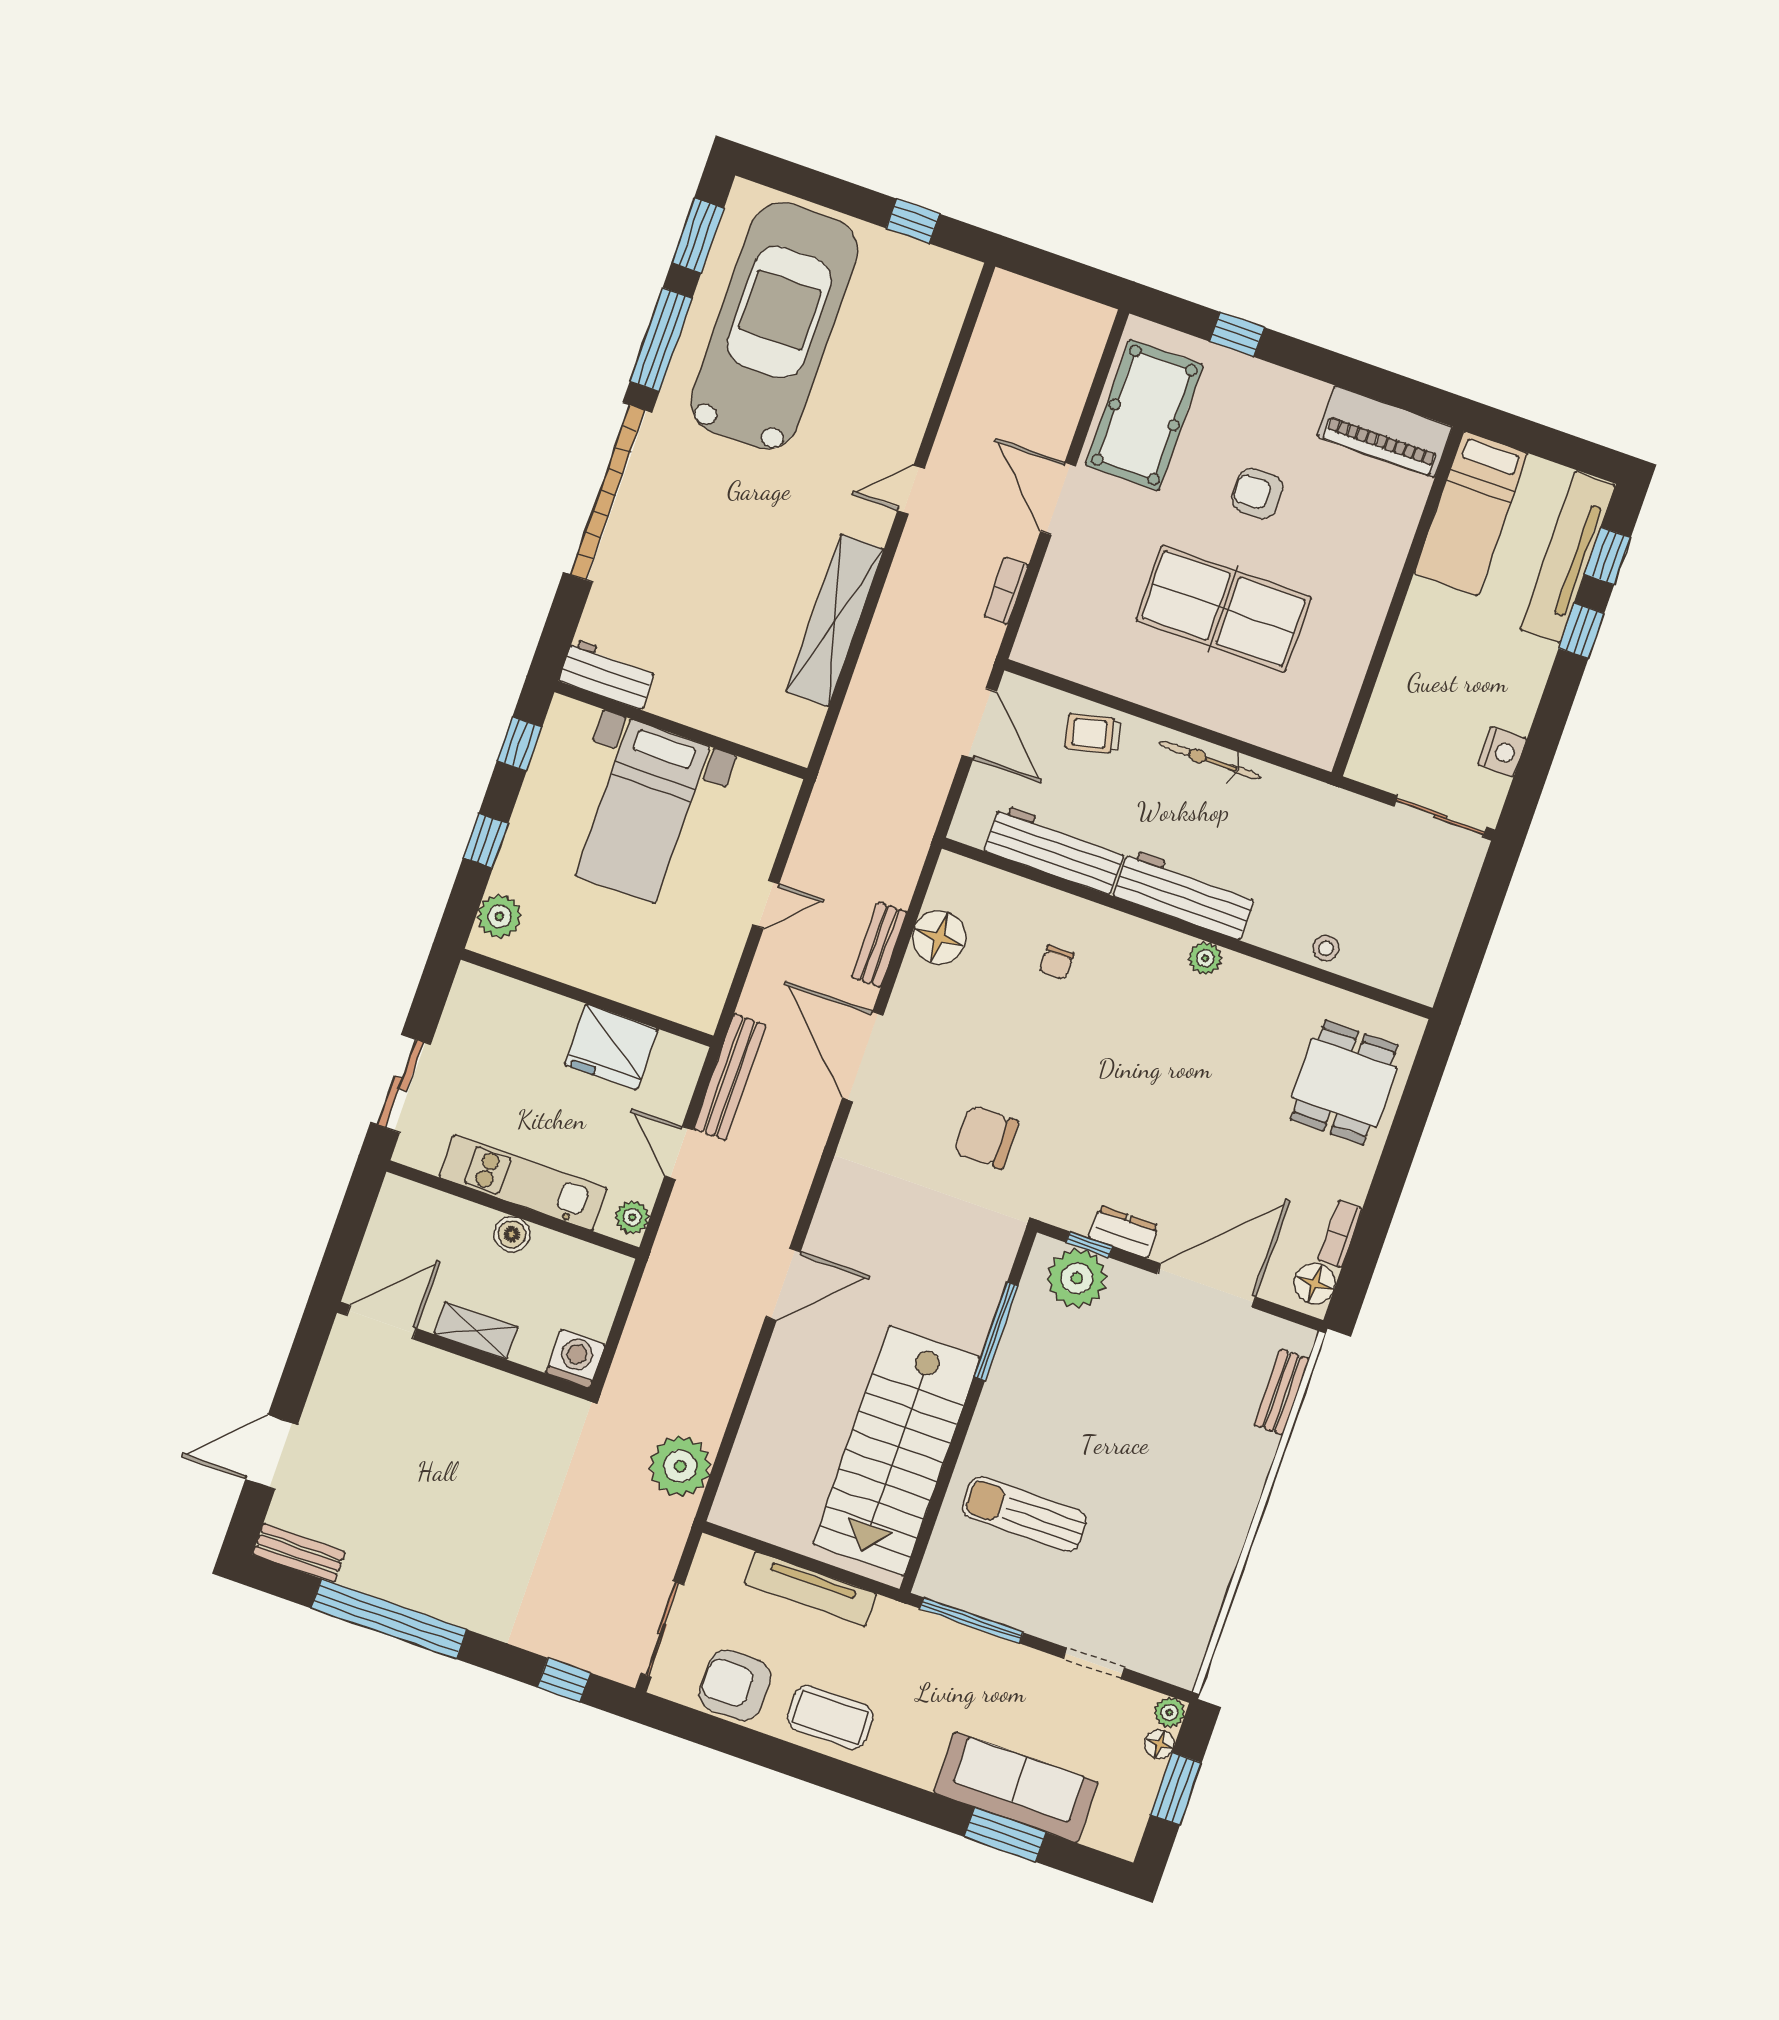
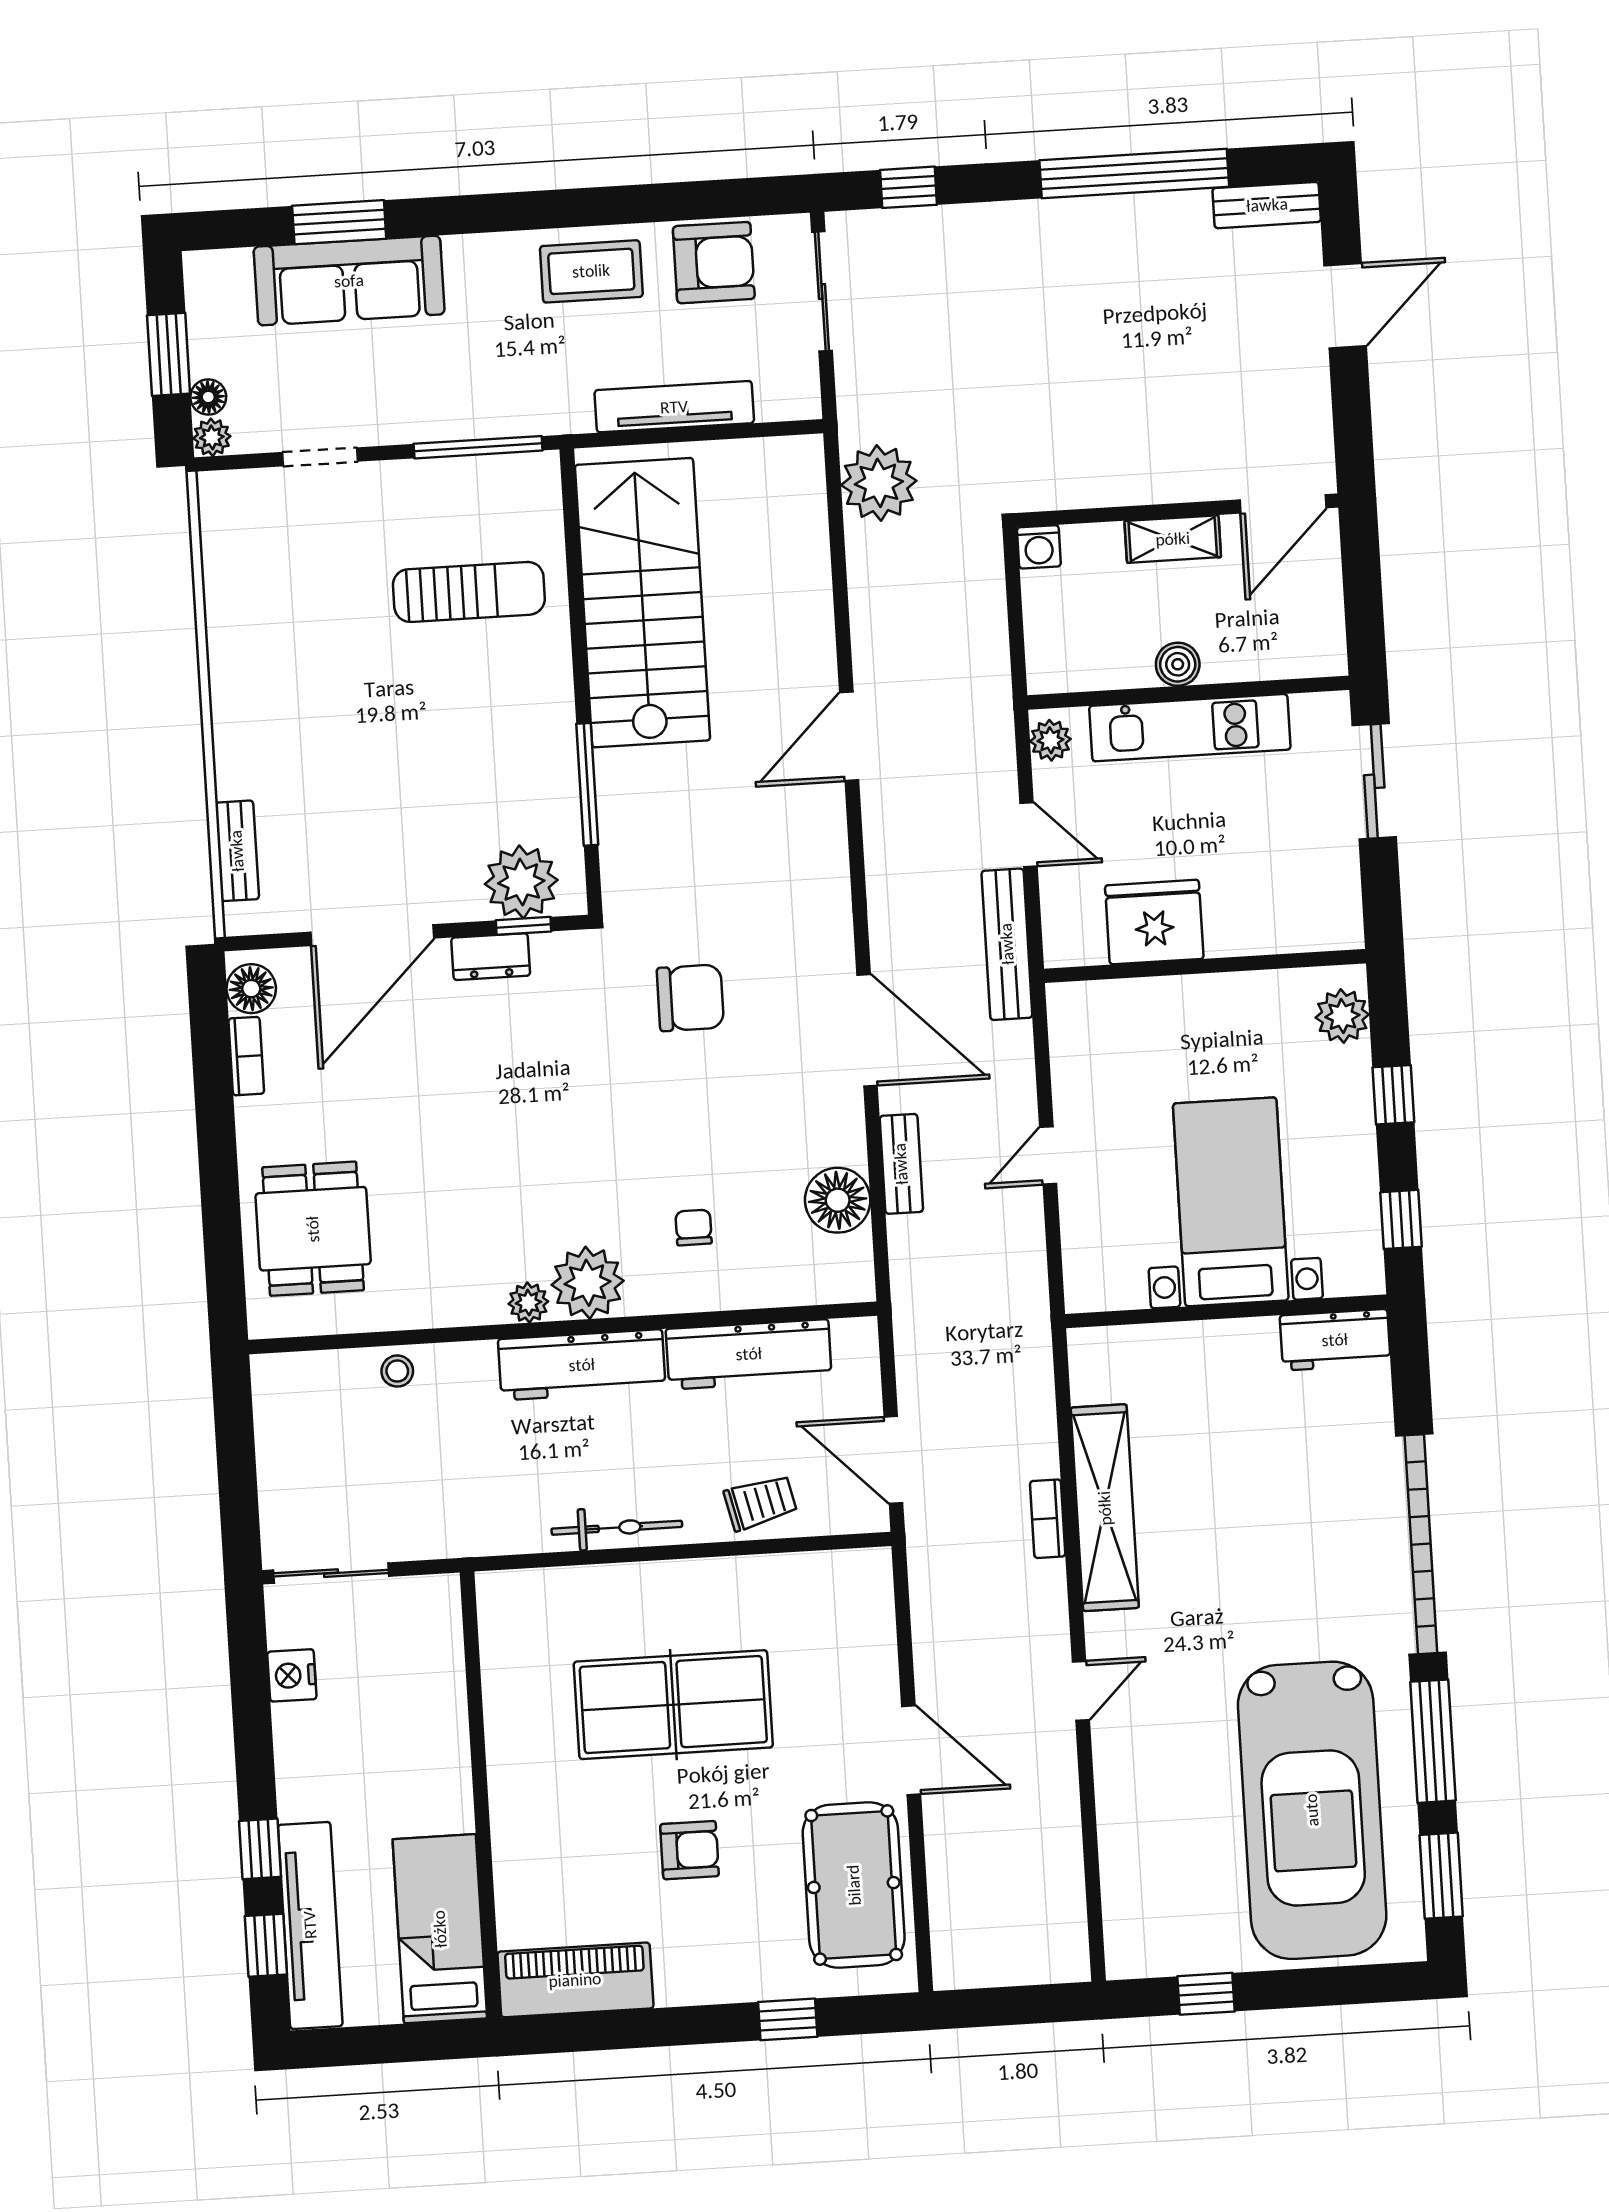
bookcase: (1006, 591) -> (1048, 1519), moved, turned 180
plant: (1154, 954) -> (588, 1283), added
washing machine: (576, 1359) -> (1039, 547), width x0.73, depth x0.73

